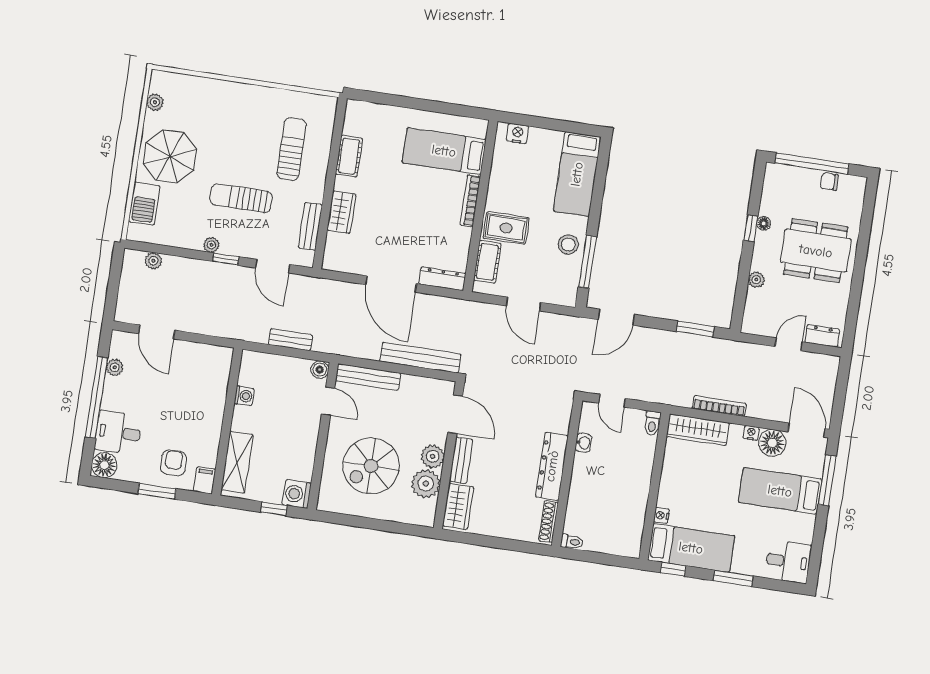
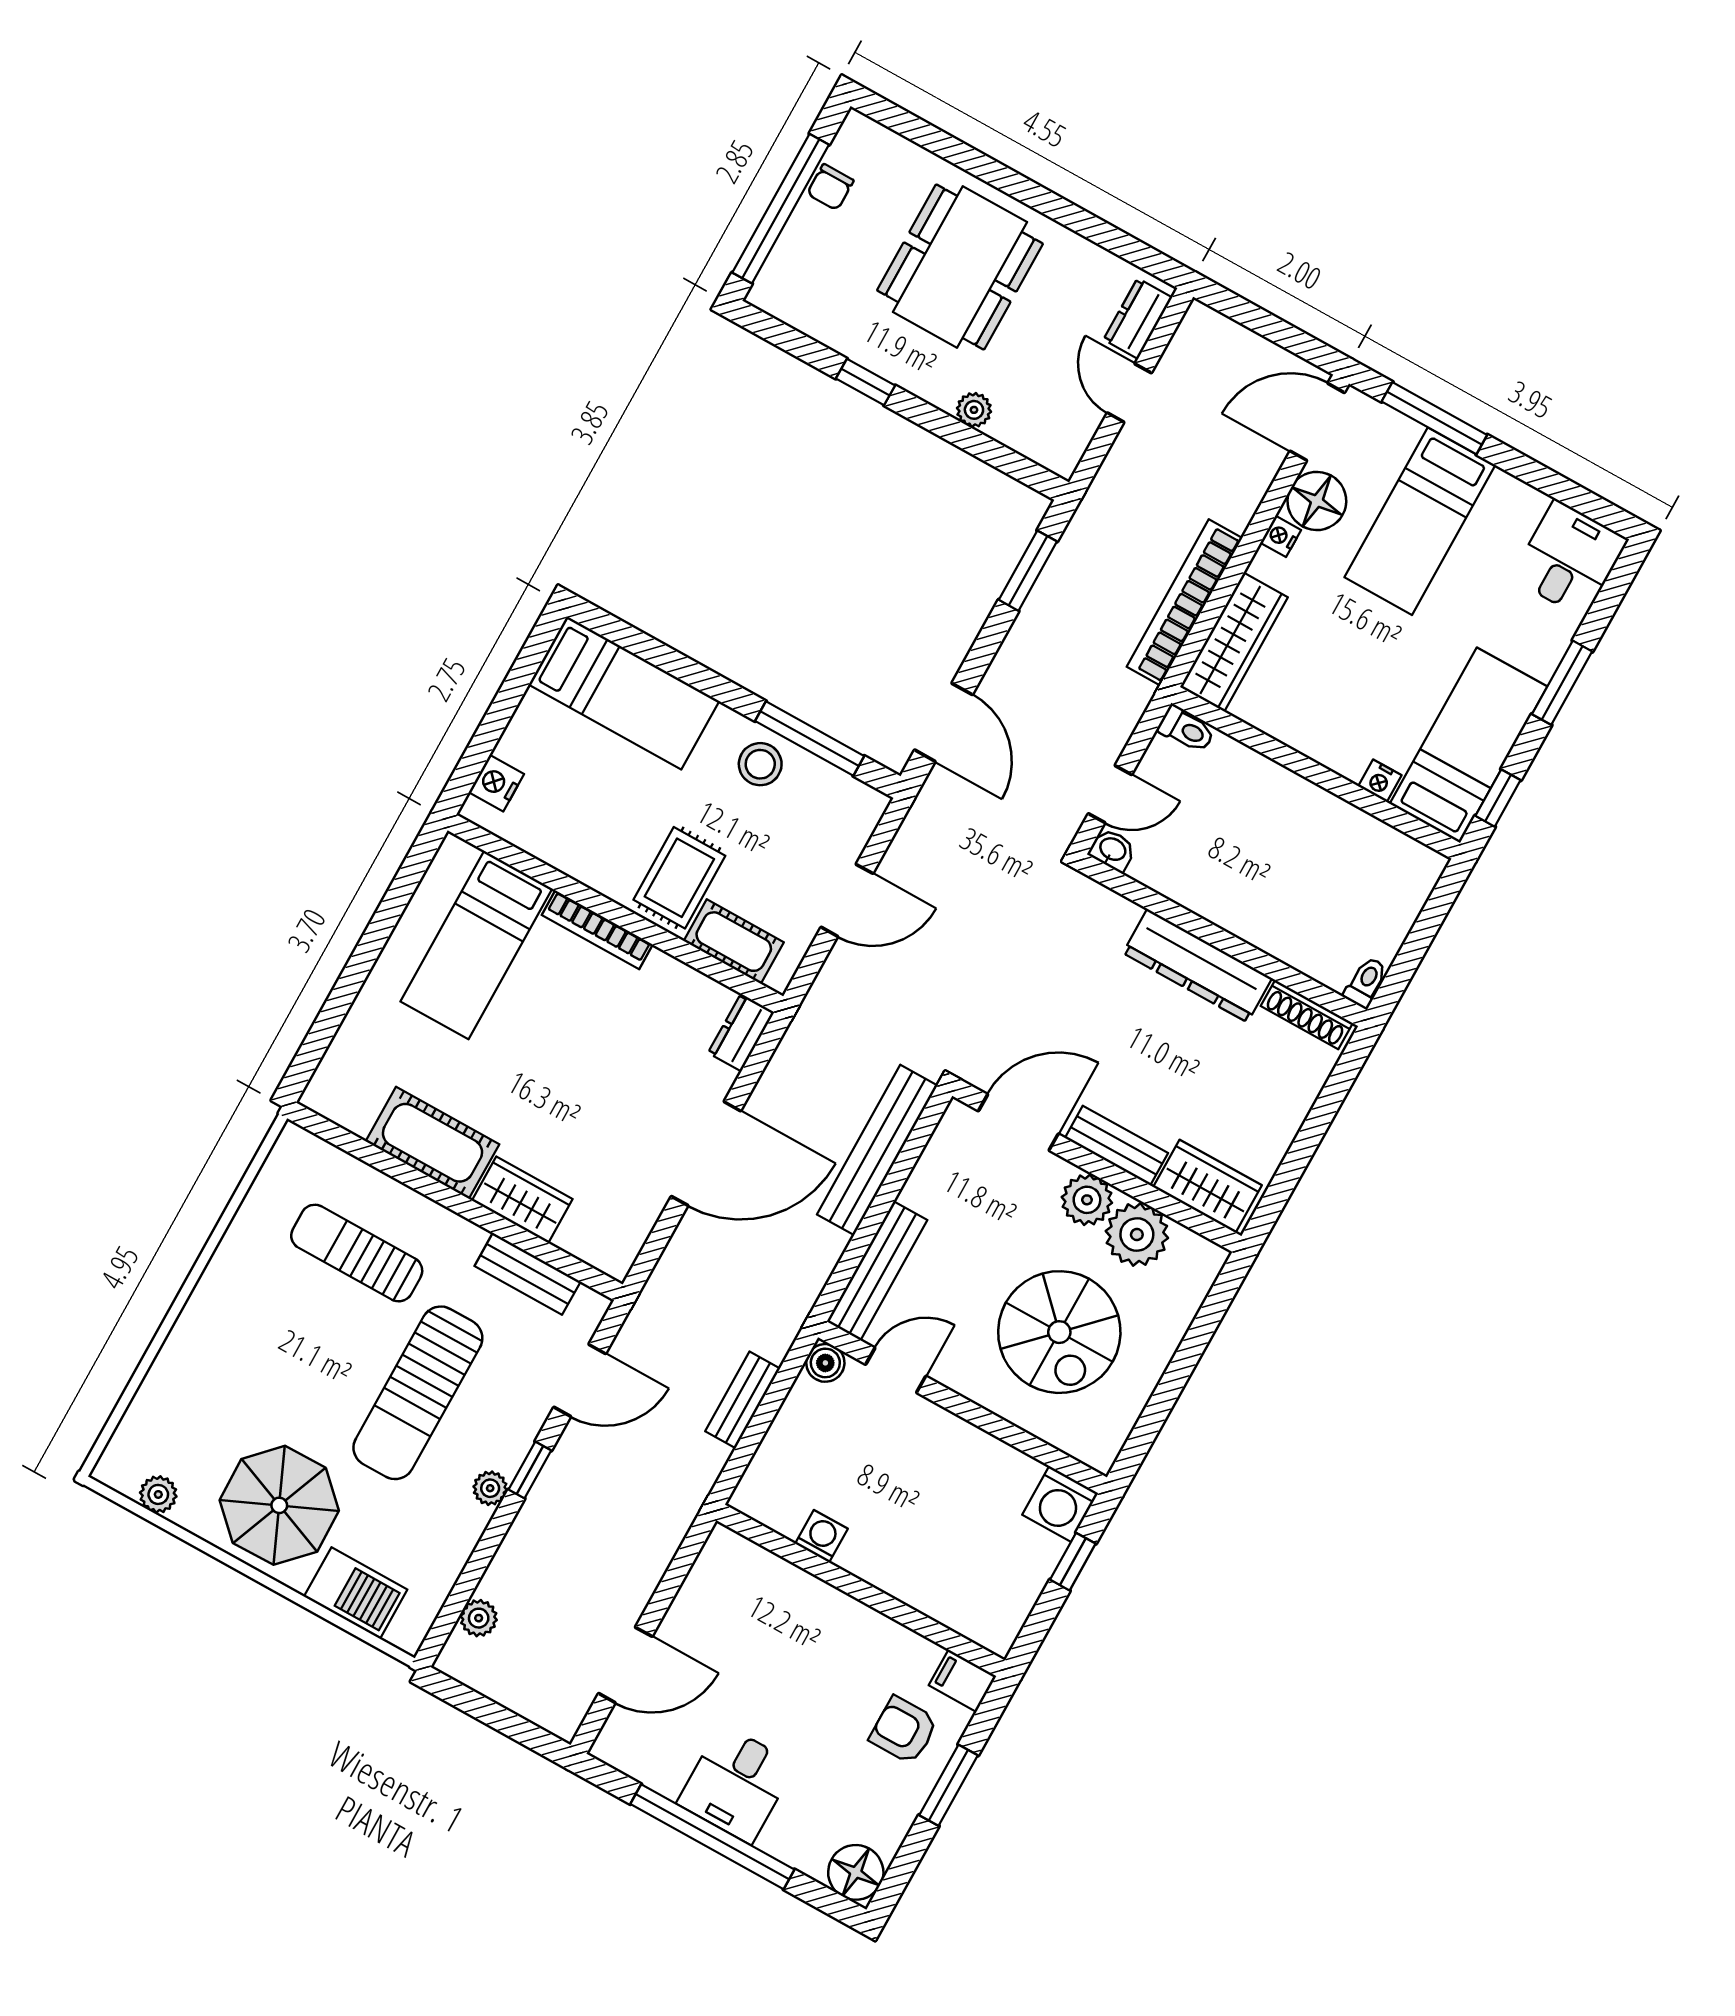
cot: (349, 156) -> (432, 1143), width x1.37, depth x1.34
sun lounger: (241, 198) -> (418, 1393), width x1.36, depth x1.34
floor lamp: (764, 223) -> (865, 352), removed
dresser: (442, 279) -> (741, 1033), width x0.70
plant: (115, 367) -> (665, 1777), removed
bookcase: (719, 406) -> (1185, 602), width x1.48, depth x1.31
desk: (118, 433) -> (736, 1784), moved
washbasin: (583, 443) -> (1112, 850), moved
shelving: (237, 462) -> (950, 1601), removed

